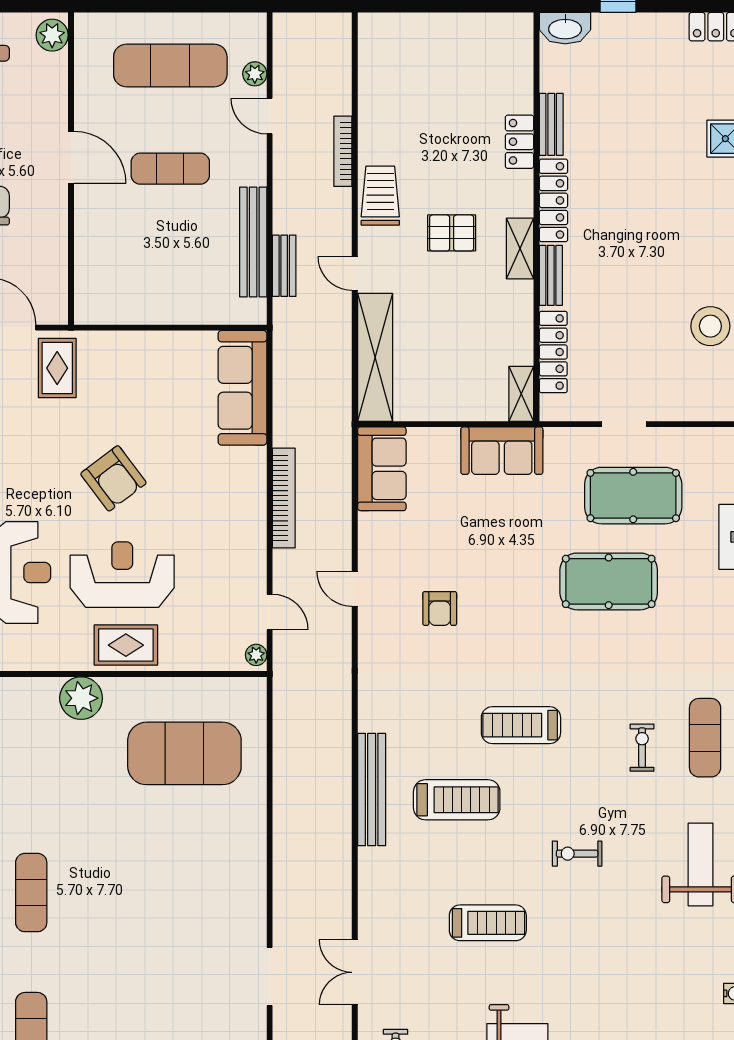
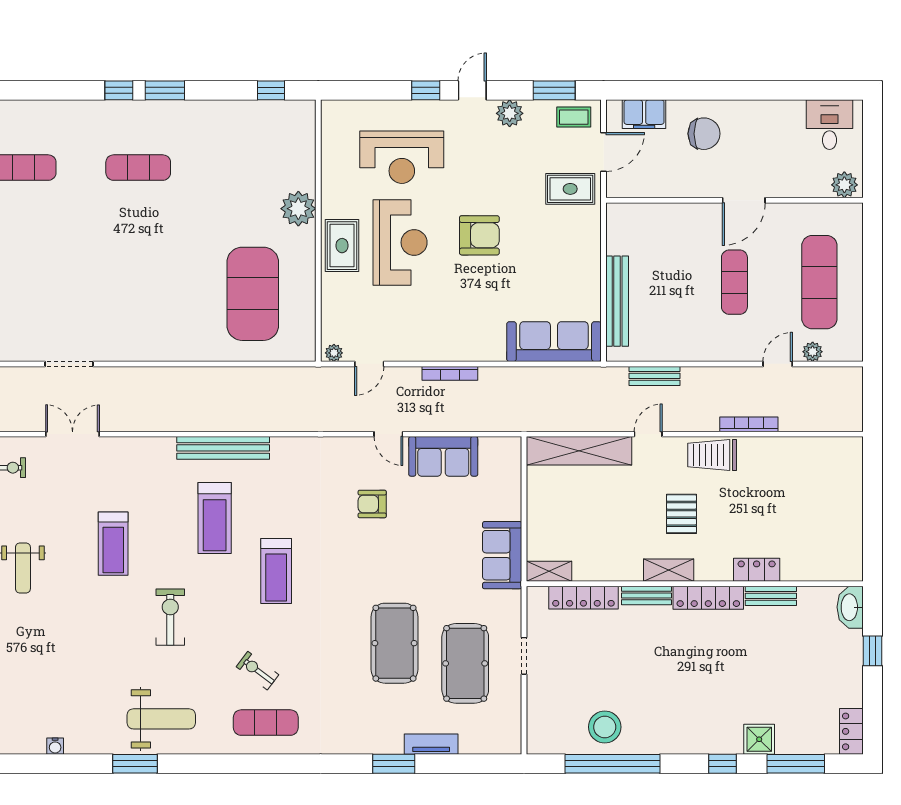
trolley: (380, 196) -> (712, 455), turned 180
bench: (253, 242) -> (617, 301), moved, turned 90
sofa: (382, 469) -> (443, 456), moved
armchair: (113, 478) -> (479, 235), turned -143
bookcase: (284, 498) -> (450, 373), width x0.68, depth x0.76
door: (355, 589) -> (388, 434), swing flipped
treadmill: (521, 725) -> (276, 571), turned 180
exercise bike: (642, 748) -> (258, 671), turned -143
exercise bike: (577, 854) -> (170, 617), width x1.38, depth x1.39

